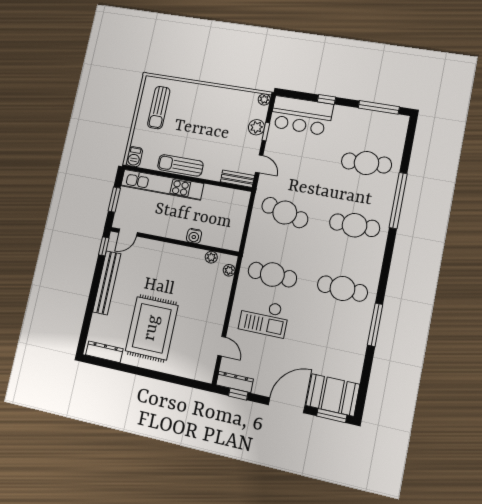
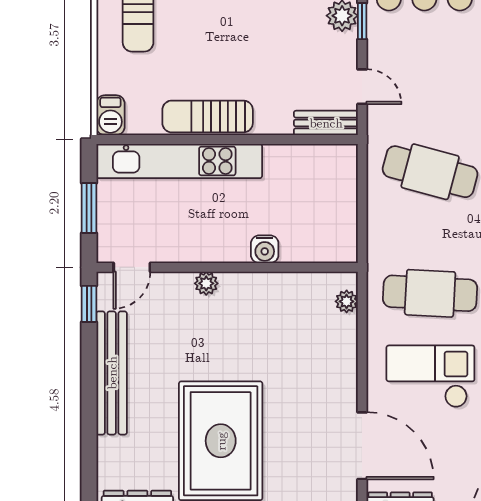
plant: (211, 257) -> (206, 283), moved
checkout: (264, 318) -> (430, 376), turned 180
door: (222, 346) -> (362, 446), width x1.88

